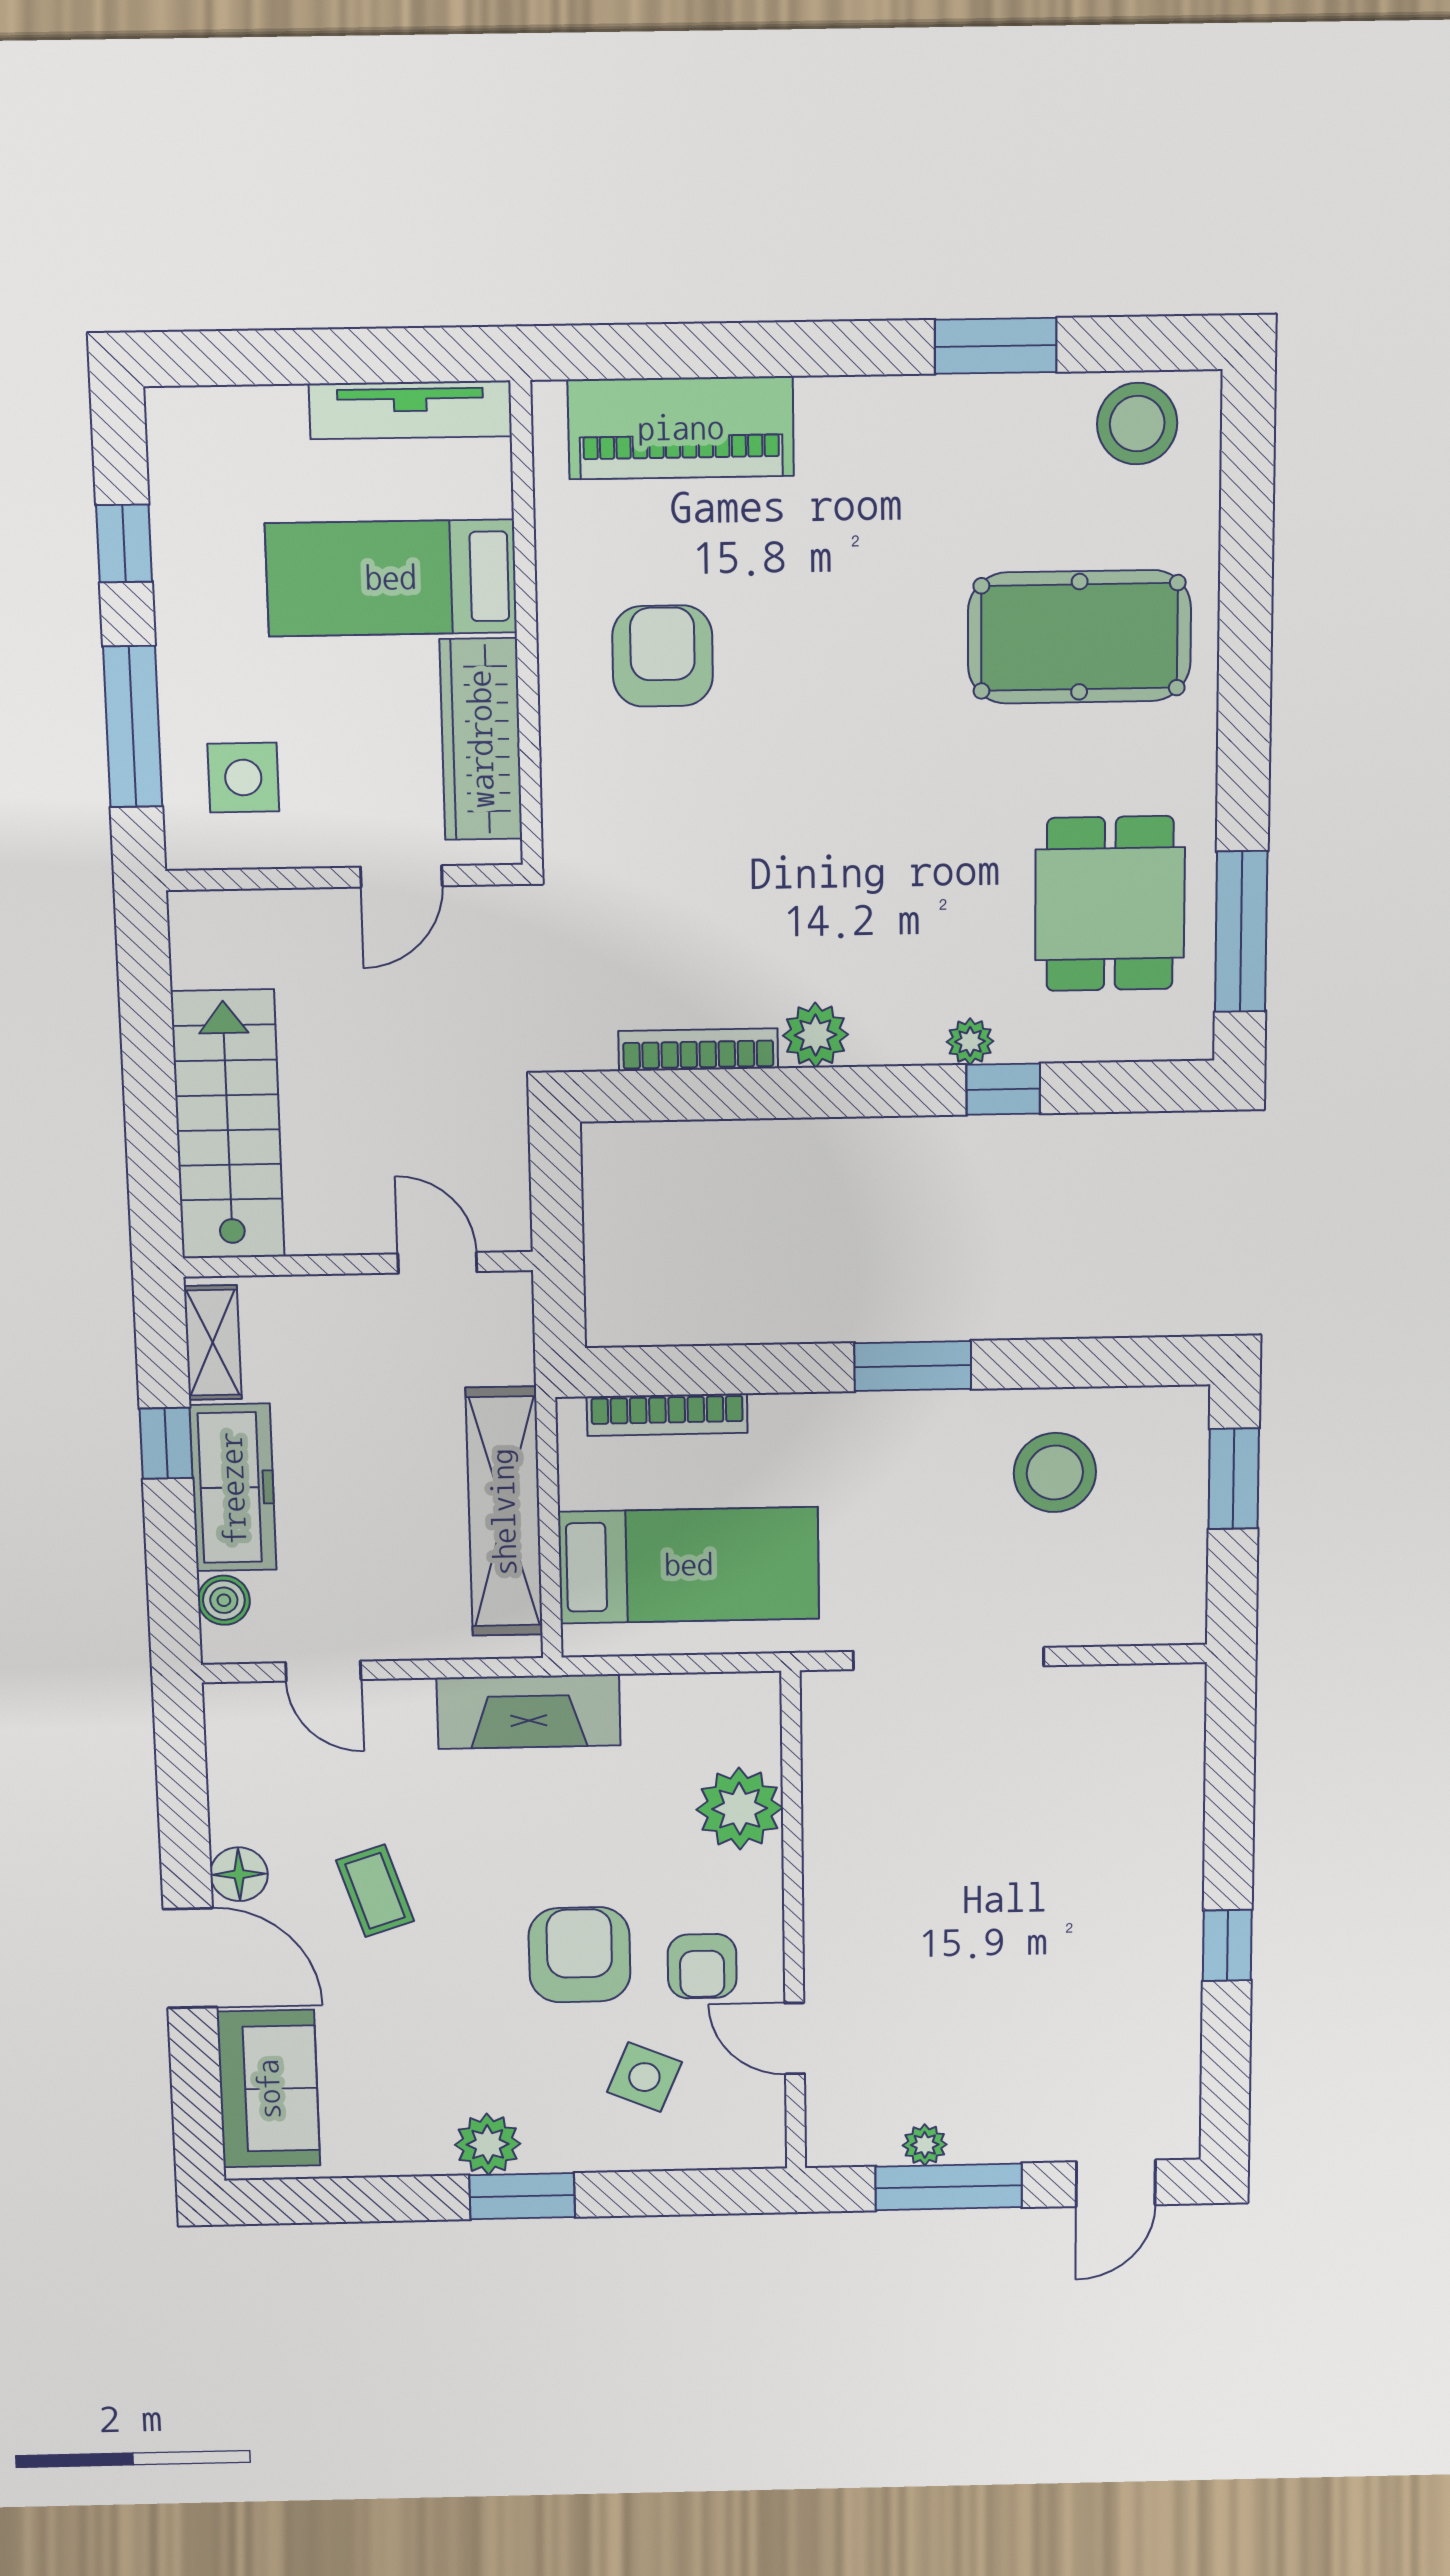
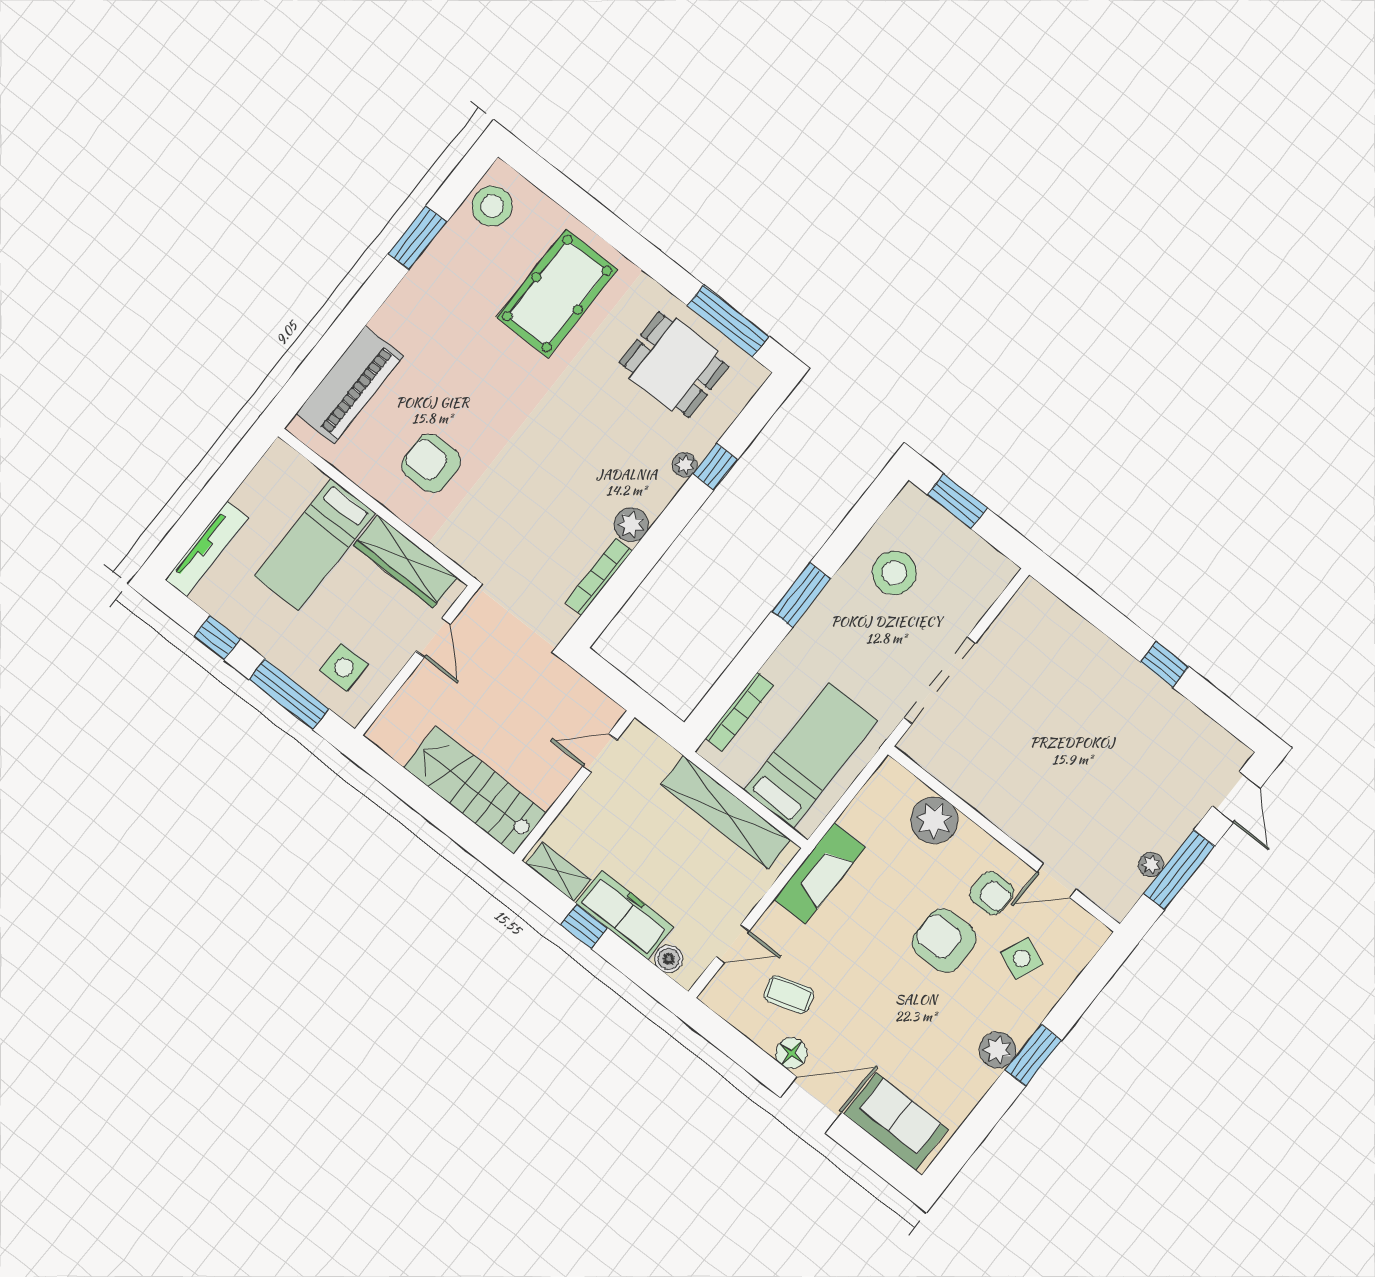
tv unit: (410, 410) -> (207, 549), moved
coffee table: (375, 1891) -> (789, 995), moved

